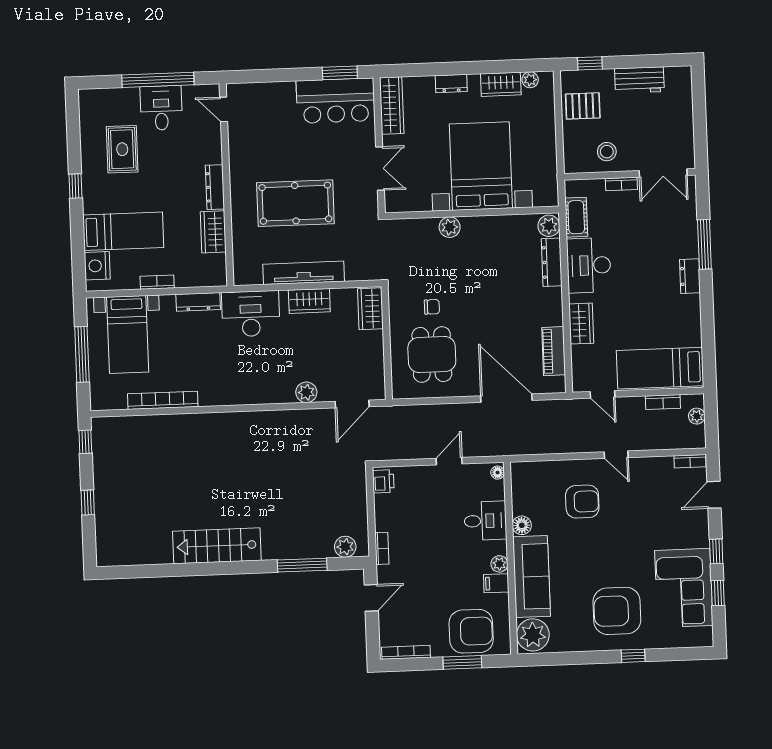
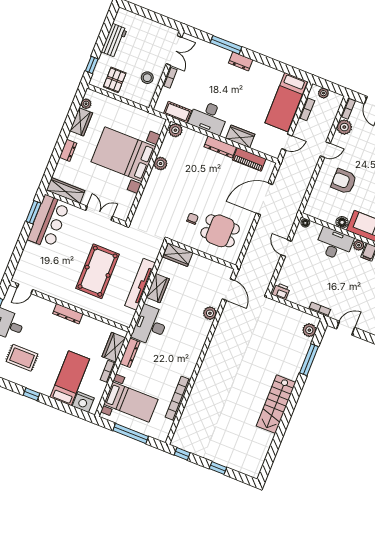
plant: (450, 227) -> (161, 164), moved
wardrobe: (213, 232) -> (114, 347), moved, turned 90
dresser: (552, 262) -> (220, 147), moved
plant: (661, 468) -> (344, 127), added
armchair: (582, 502) -> (344, 181), turned -90
desk: (485, 521) -> (334, 244), width x1.37
door: (371, 598) -> (346, 328), hinge flipped

